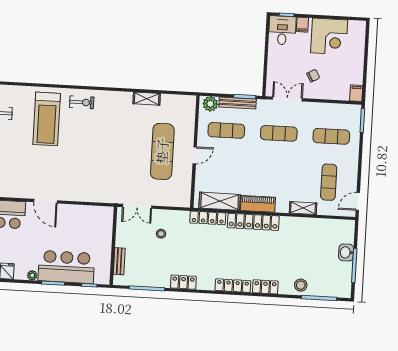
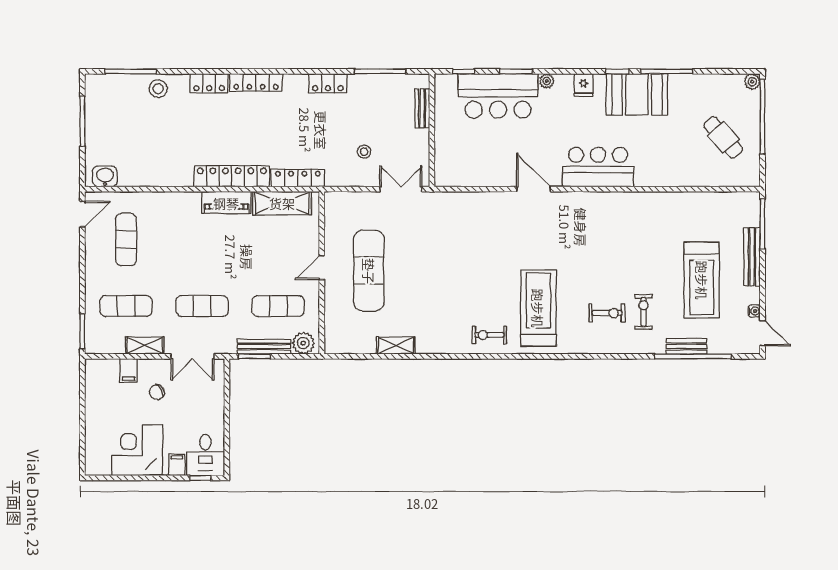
filing cabinet: (356, 93) -> (129, 370), moved
shelving: (303, 208) -> (145, 345), moved
washbasin: (346, 252) -> (105, 176), moved, turned -90

